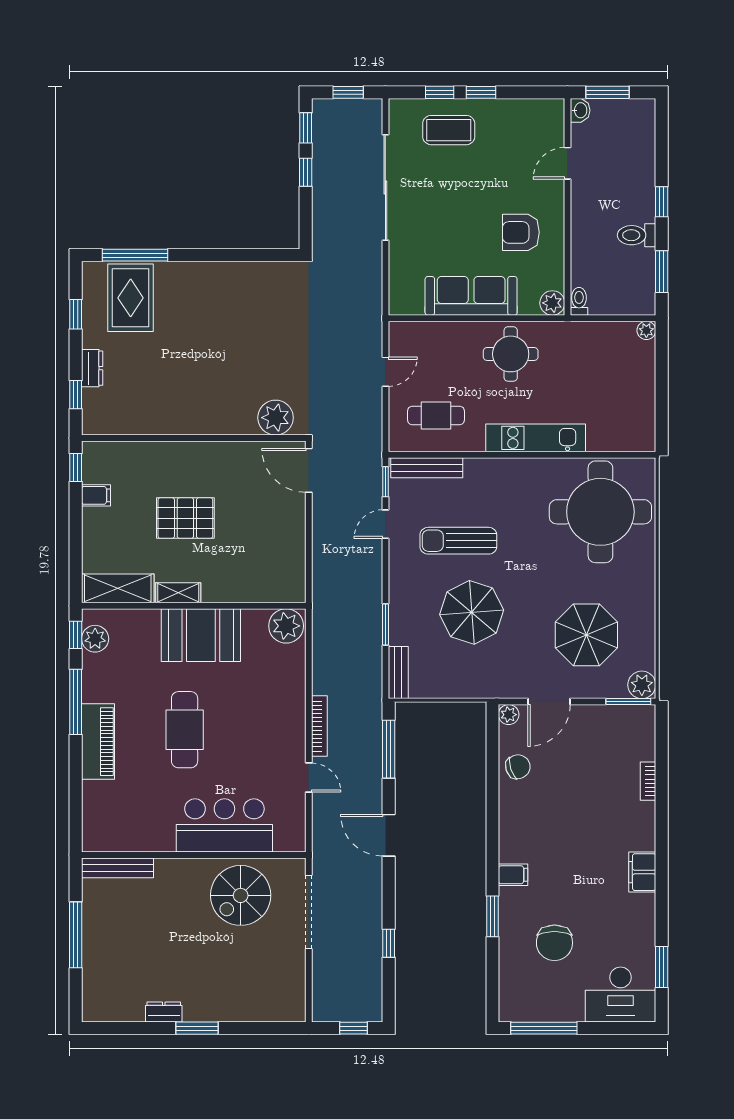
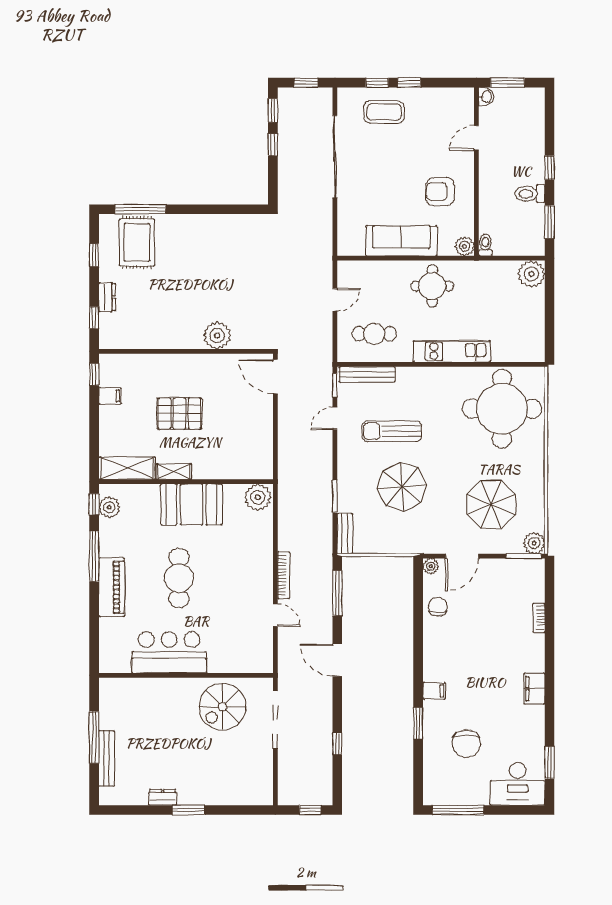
plant: (646, 330) -> (531, 274), width x1.88, depth x1.88
plant: (276, 418) -> (217, 335), moved
chair: (518, 767) -> (438, 607), turned -72
bar counter: (224, 825) -> (169, 652), moved
bench: (117, 868) -> (107, 758), moved, turned 90

